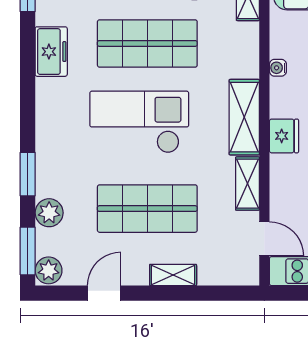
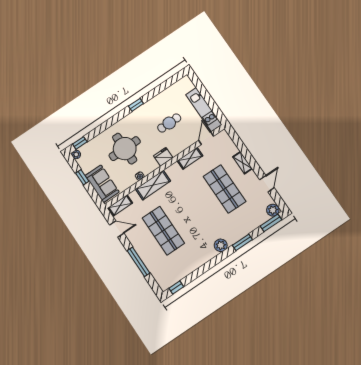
freezer: (51, 52) -> (191, 265), removed
shelving: (244, 117) -> (153, 185), moved
checkout: (139, 122) -> (194, 214), removed
plant: (49, 213) -> (221, 245), moved
door: (104, 293) -> (267, 184), swing flipped

